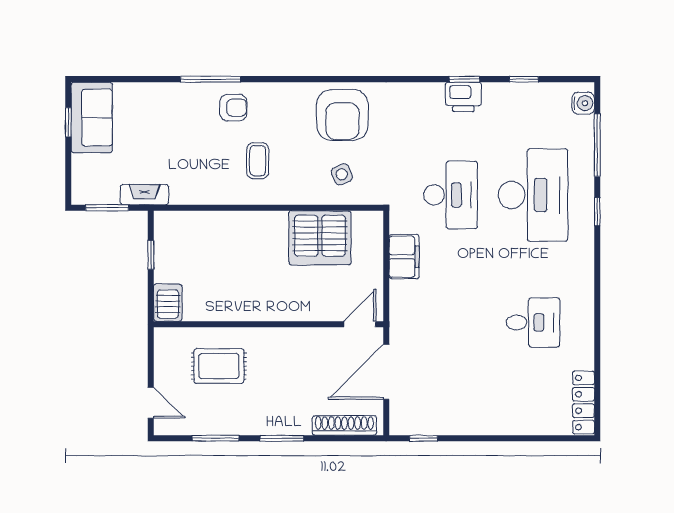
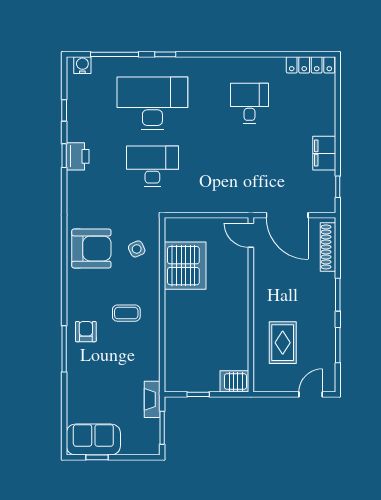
filing cabinet: (404, 257) -> (324, 153), moved, turned -90

